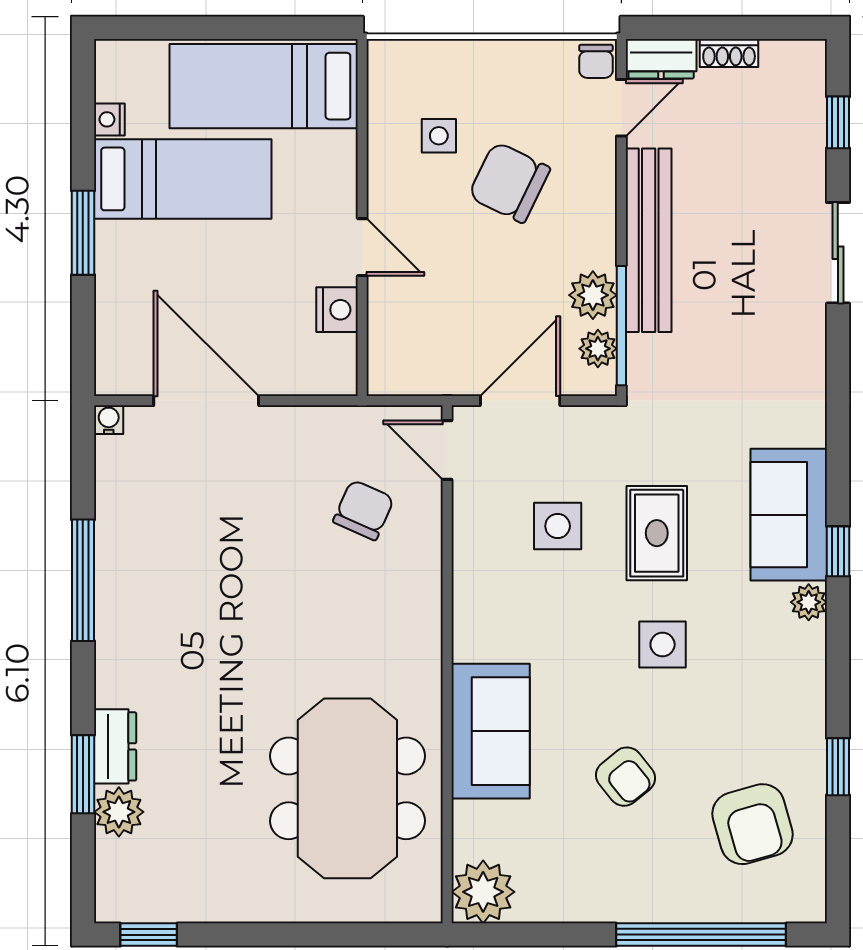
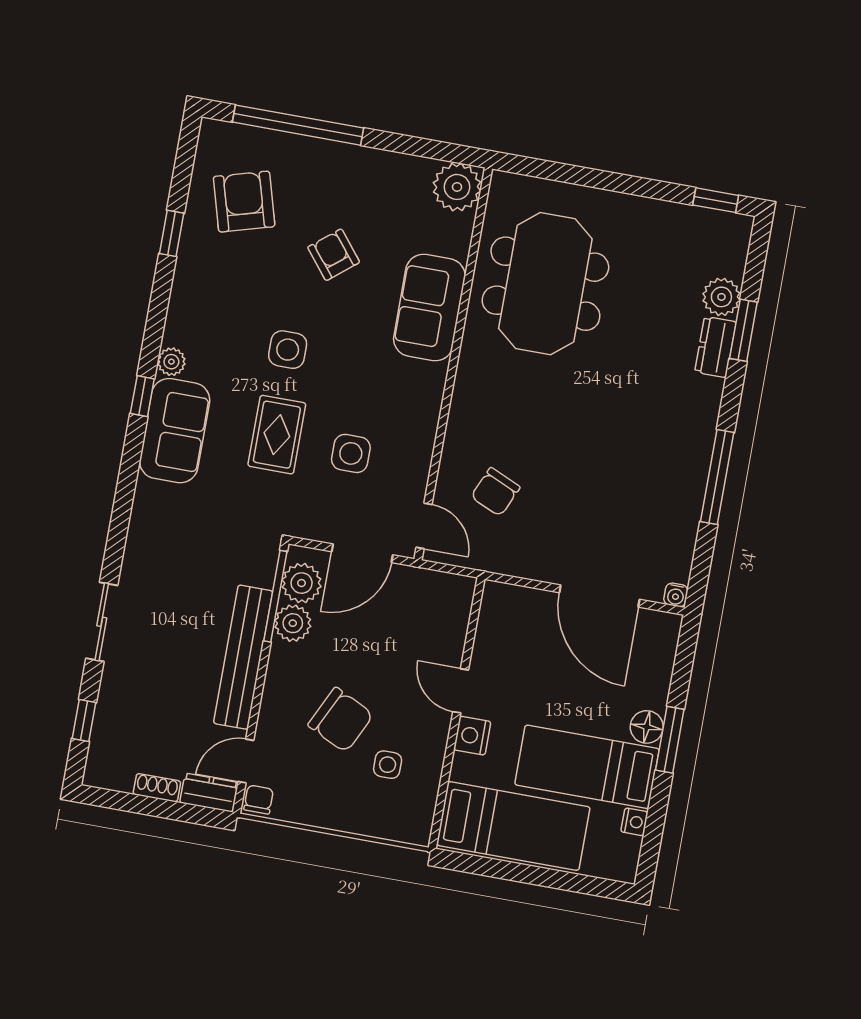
floor lamp: (115, 244) -> (647, 727), added
nightstand: (337, 310) -> (472, 736), moved
plant: (598, 349) -> (302, 583), width x1.38, depth x1.38

